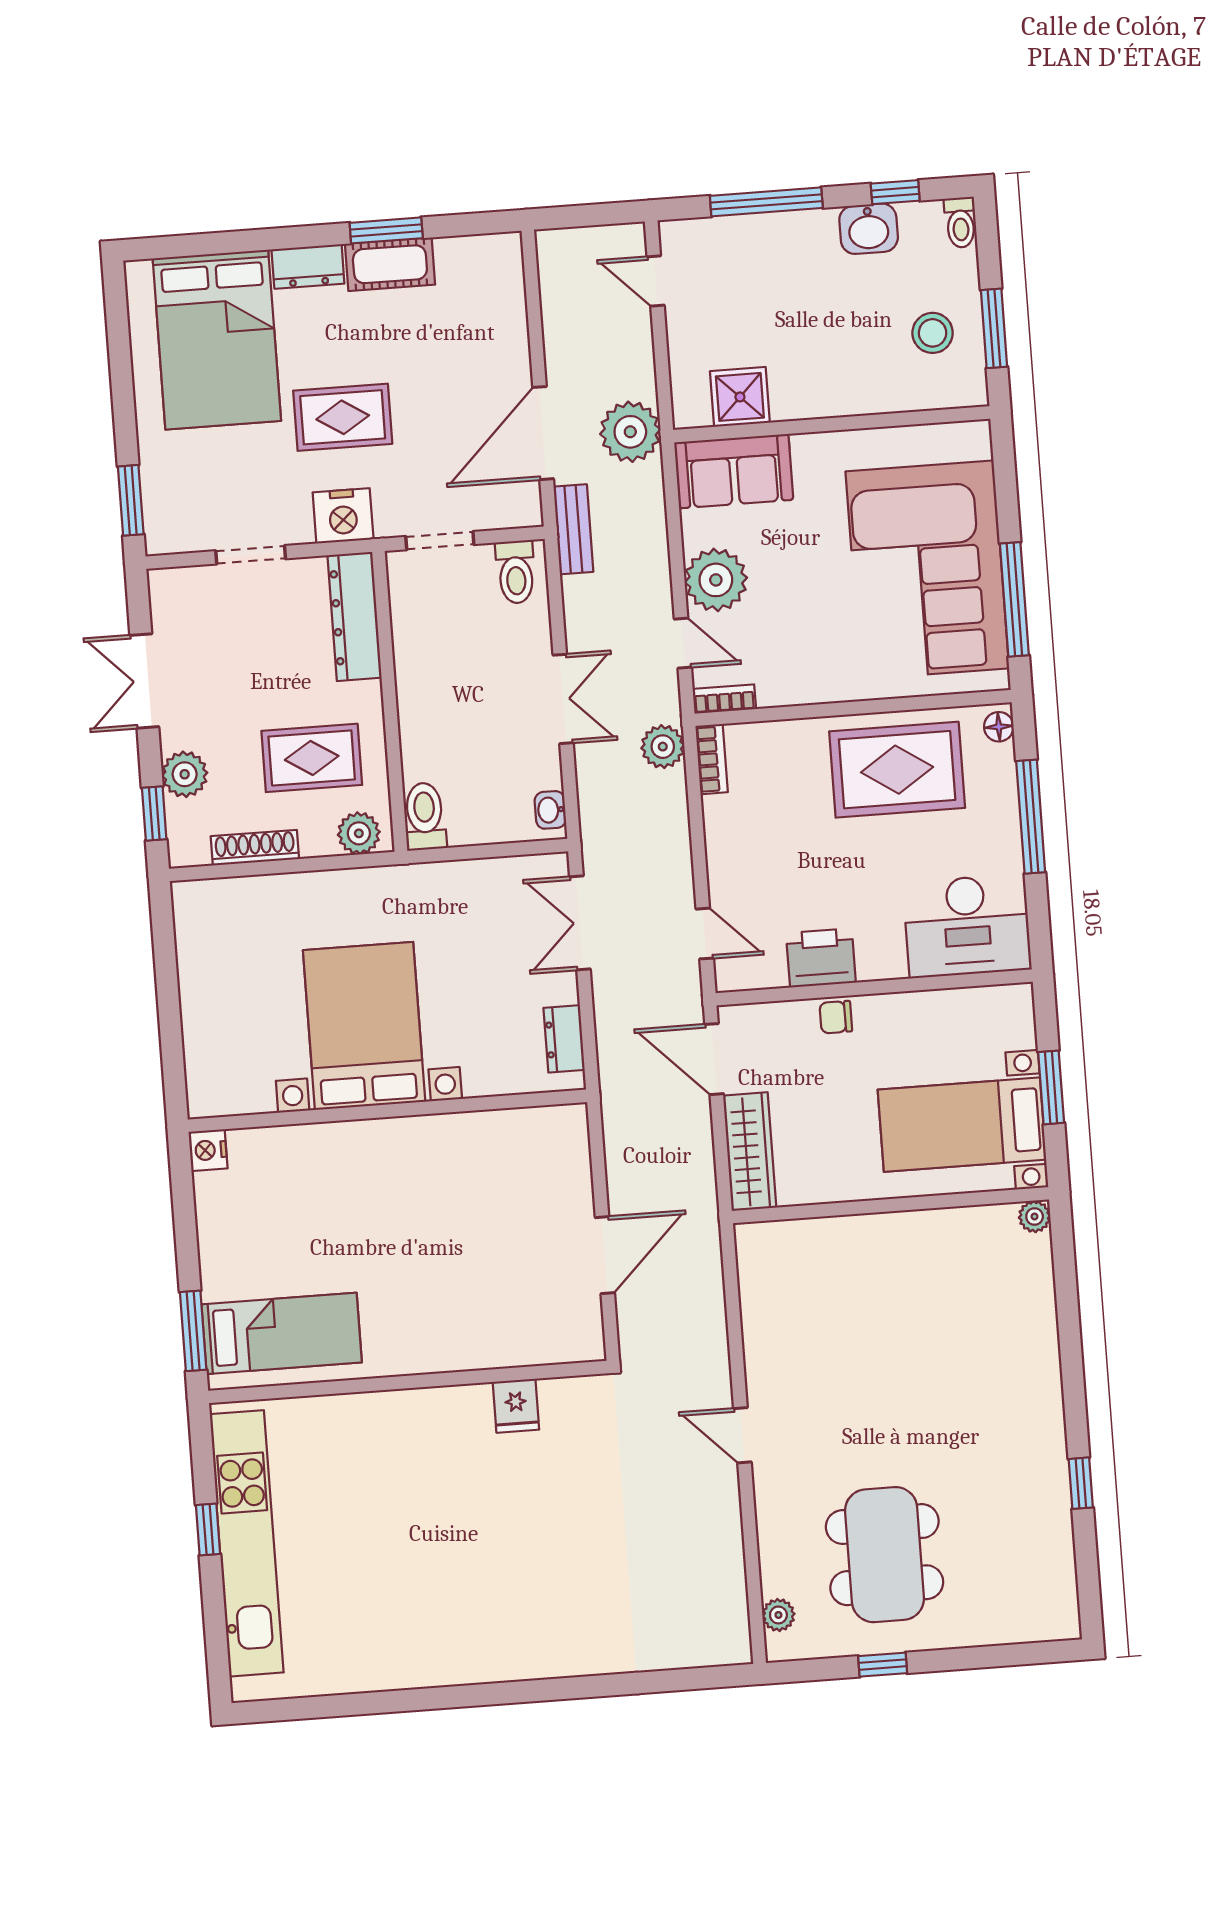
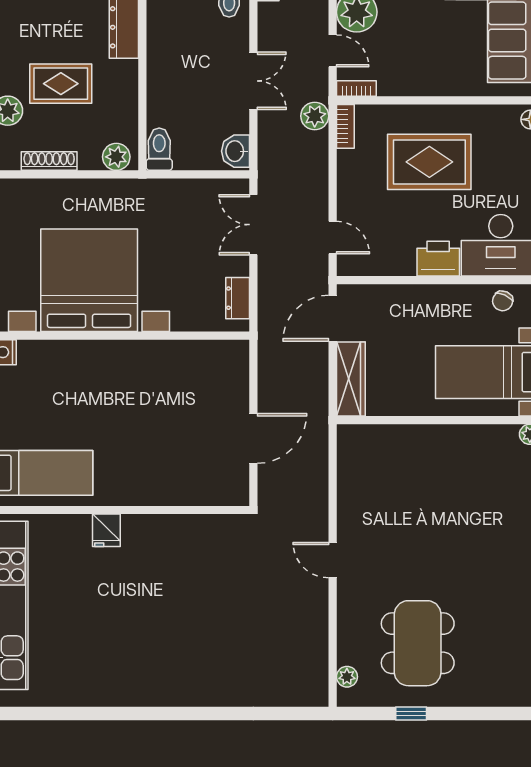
rug: (312, 758) -> (61, 84), moved
rug: (897, 770) -> (429, 162), moved
washbasin: (550, 810) -> (236, 151), width x1.38, depth x1.45
printer: (821, 958) -> (438, 259), moved
chair: (836, 1017) -> (503, 301), moved, turned -66
bed with nightstands: (364, 1026) -> (89, 280), width x1.36
door: (714, 1059) -> (333, 318), hinge flipped
fridge: (516, 1406) -> (106, 530), moved

